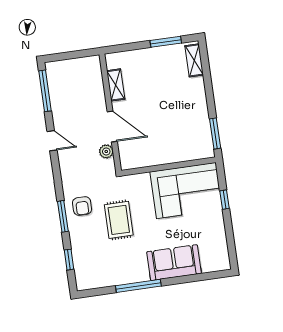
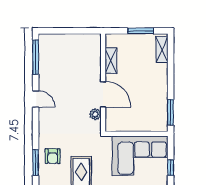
shelving: (116, 85) -> (111, 61), moved
wall: (110, 113) -> (103, 83), moved
door: (112, 127) -> (103, 94), moved
plant: (106, 151) -> (95, 114), moved

